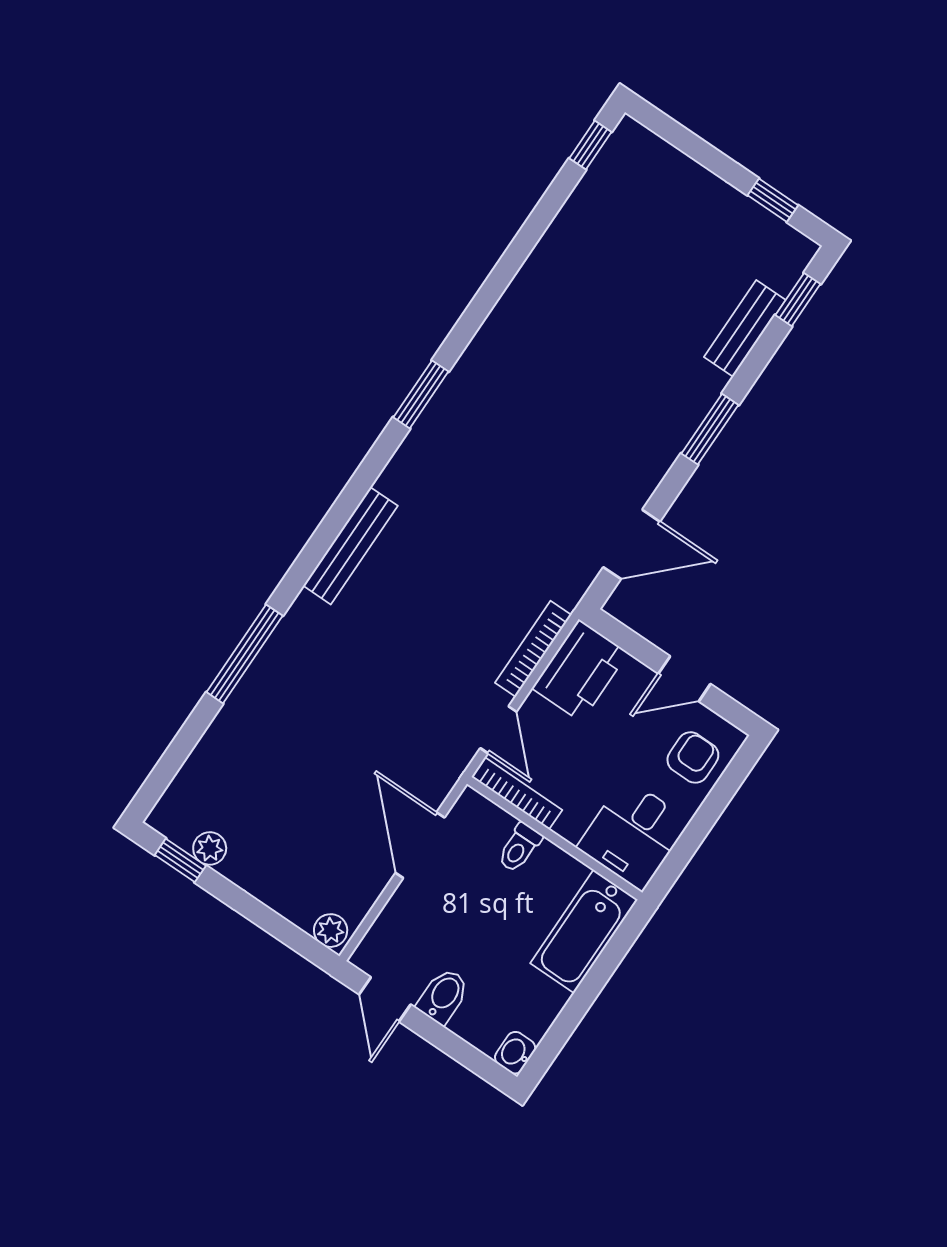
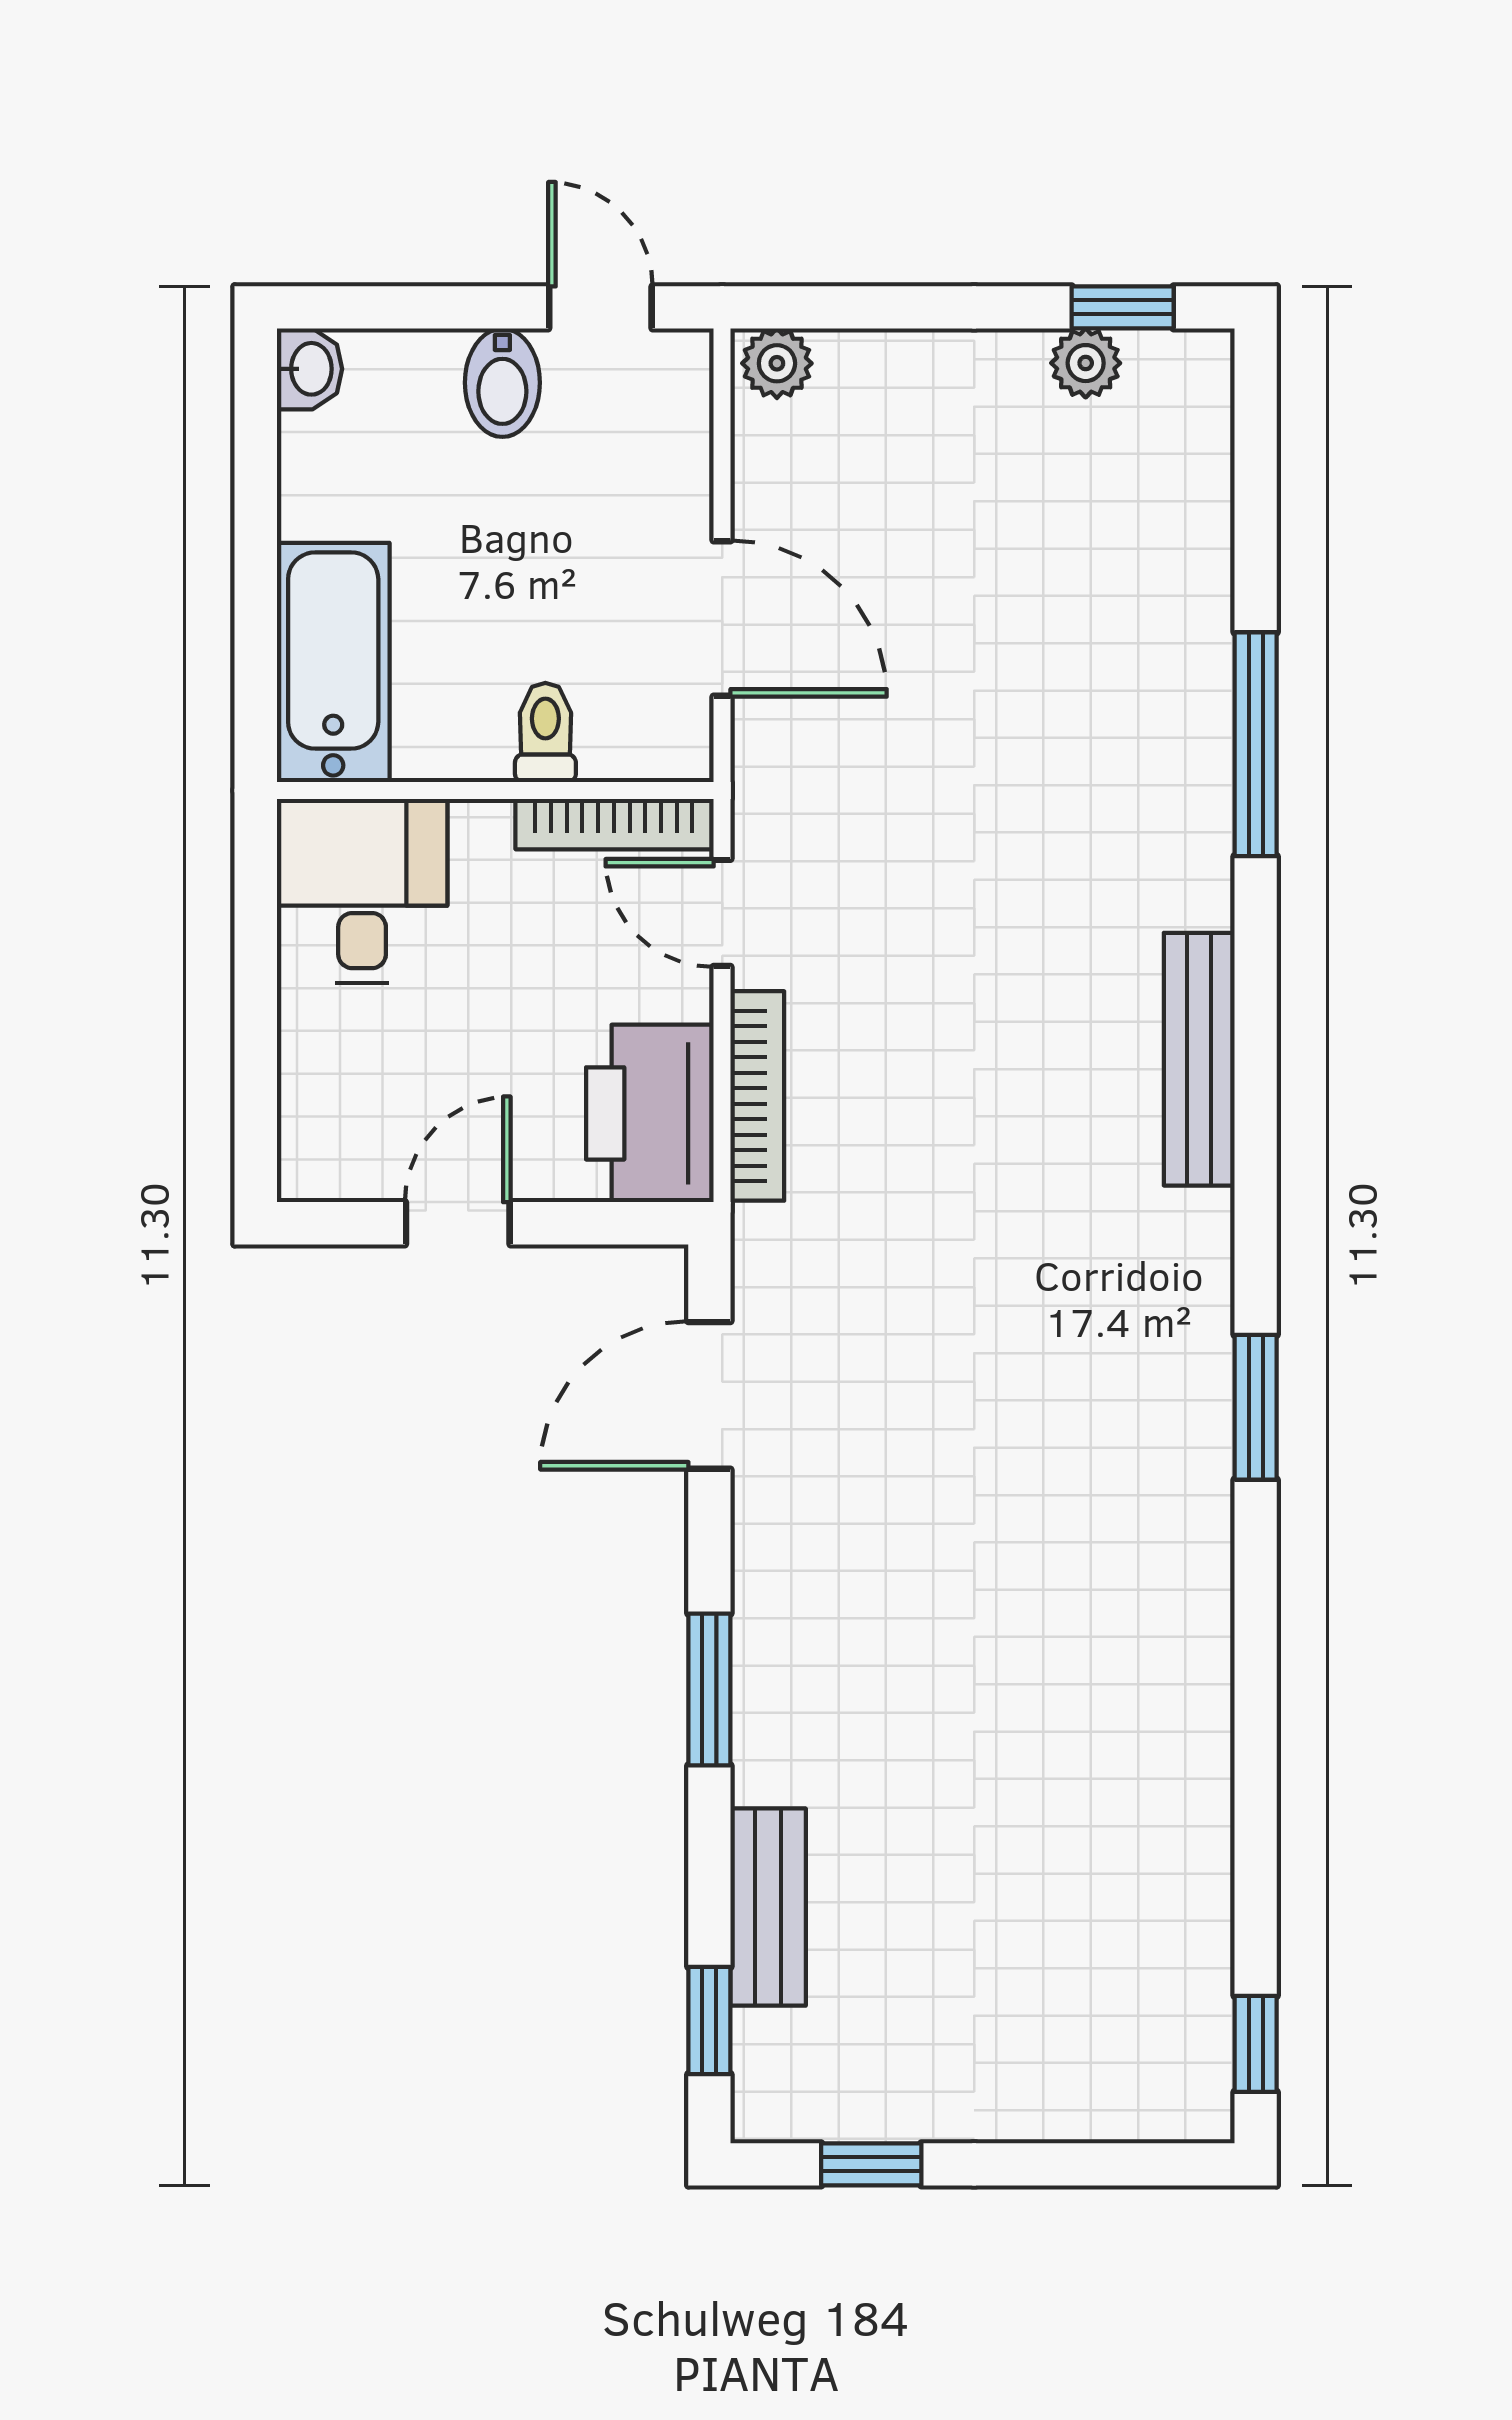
armchair: (693, 757) -> (349, 1096), removed

